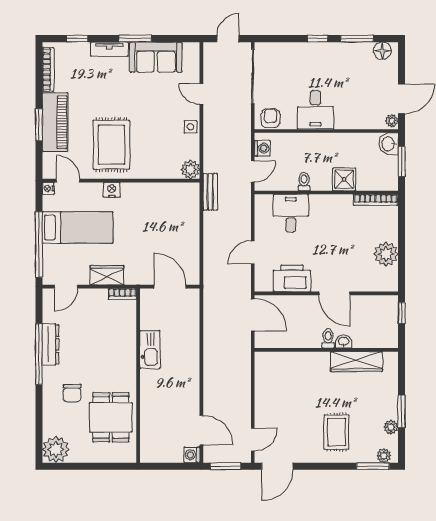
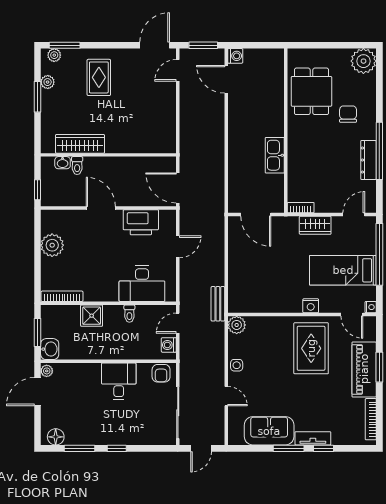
window: (77, 39) -> (324, 448), moved
desk: (291, 213) -> (142, 284), width x1.37
toilet: (328, 339) -> (77, 166), moved
washbasin: (344, 342) -> (63, 163), moved

